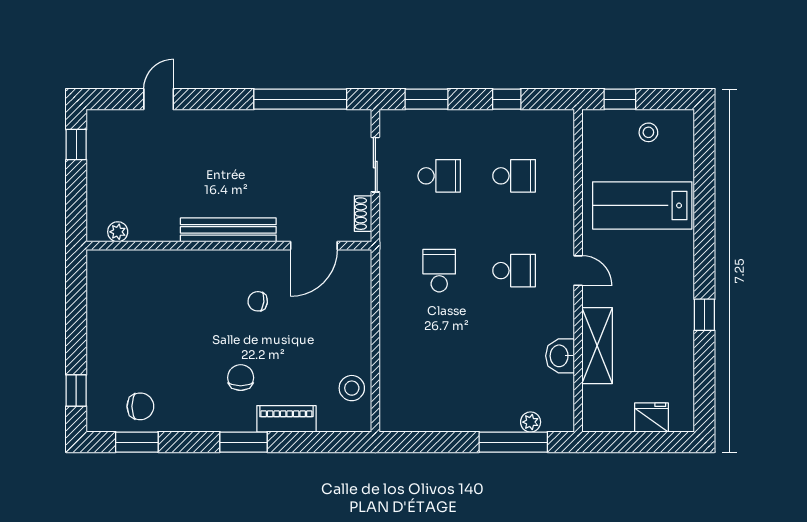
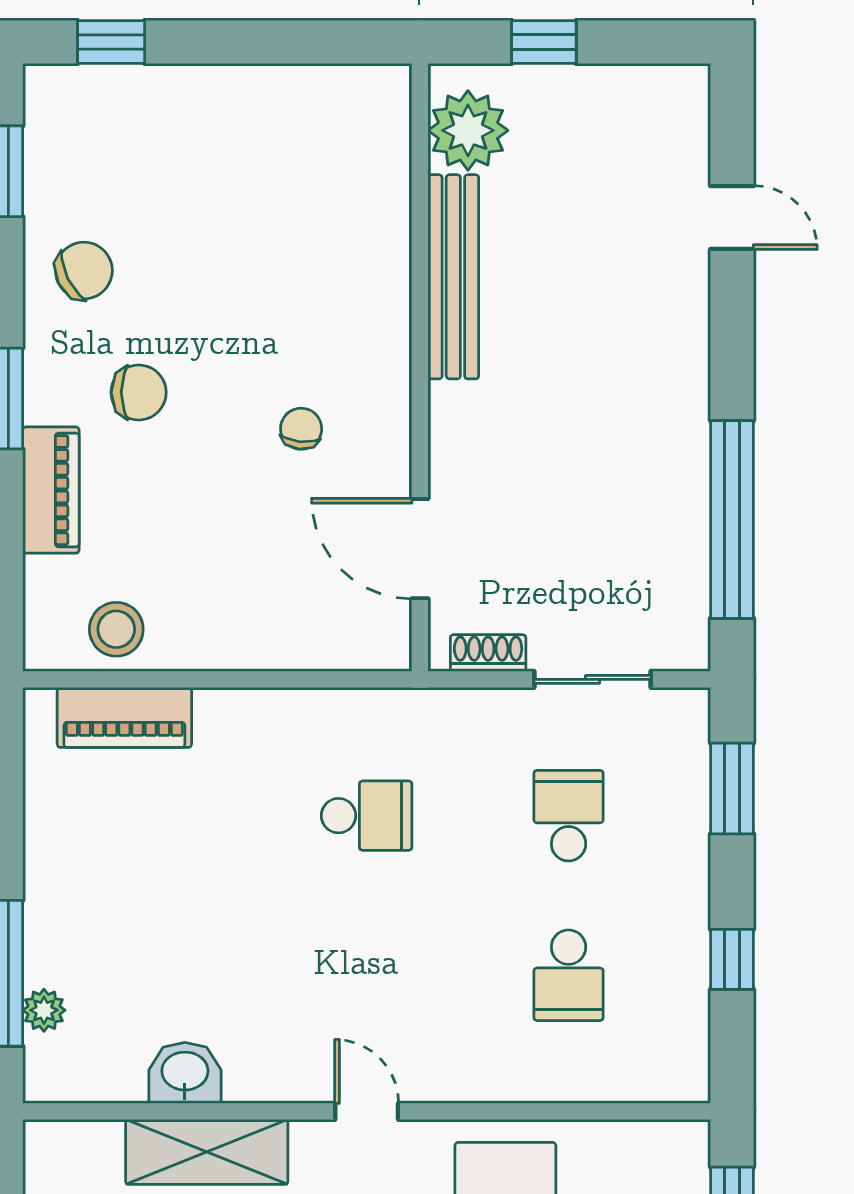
window: (76, 145) -> (544, 42), moved
school desk: (439, 176) -> (569, 816), turned 180
bench: (228, 230) -> (453, 277), moved
plant: (118, 232) -> (468, 130), width x1.87, depth x1.87
school desk: (514, 271) -> (367, 975), removed
door: (578, 271) -> (367, 1111), swing flipped
piano: (393, 384) -> (124, 717), added
chair: (140, 406) -> (84, 271), moved, turned -116

